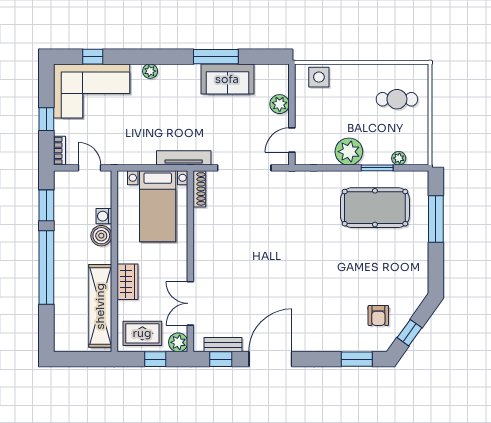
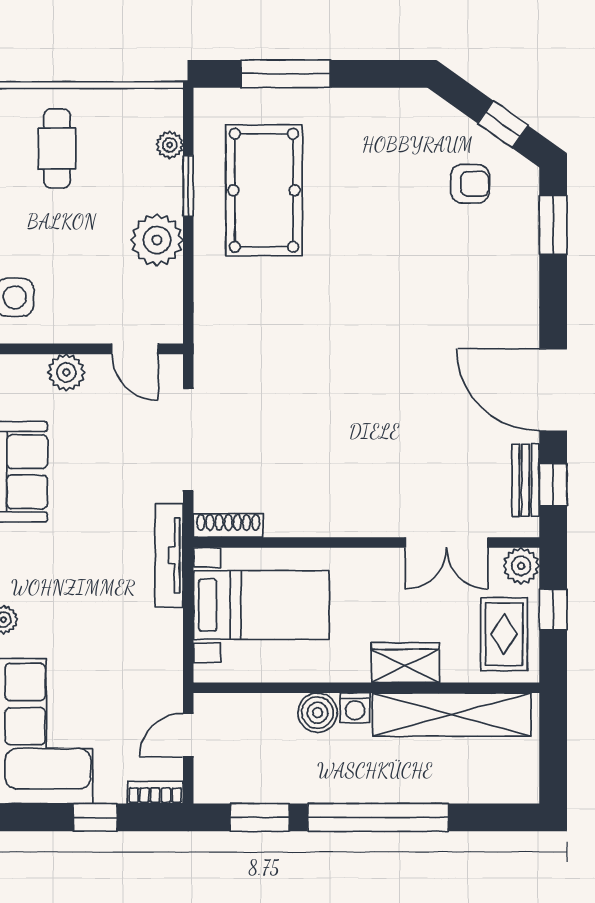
washing machine: (104, 216) -> (355, 708), moved

